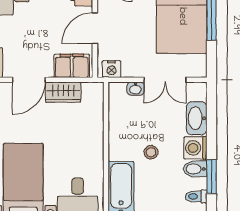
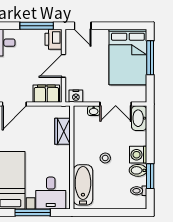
wardrobe: (63, 92) -> (63, 131), moved, turned 90
washbasin: (197, 118) -> (139, 118), moved

